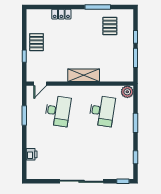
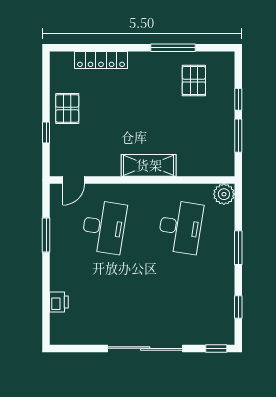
locker: (61, 14) -> (101, 60), width x1.53

